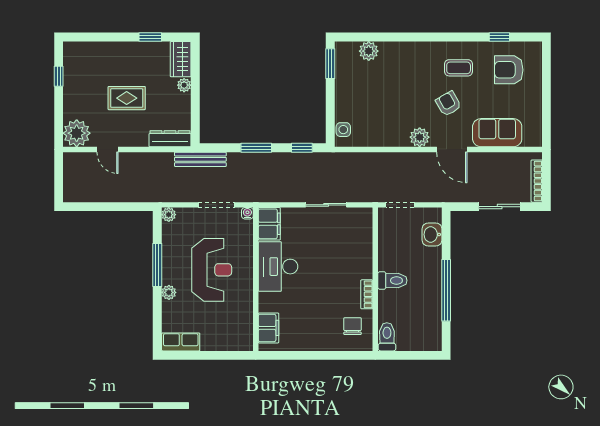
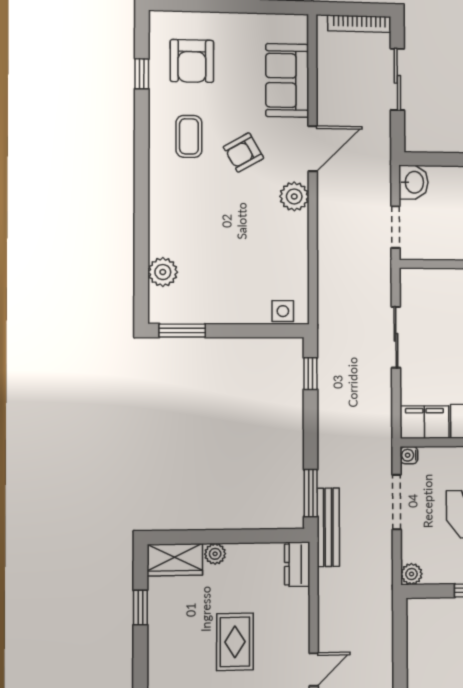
dresser: (170, 139) -> (297, 564), width x0.70
window: (256, 148) -> (311, 493), moved
washbasin: (432, 234) -> (414, 182), moved, turned -90

